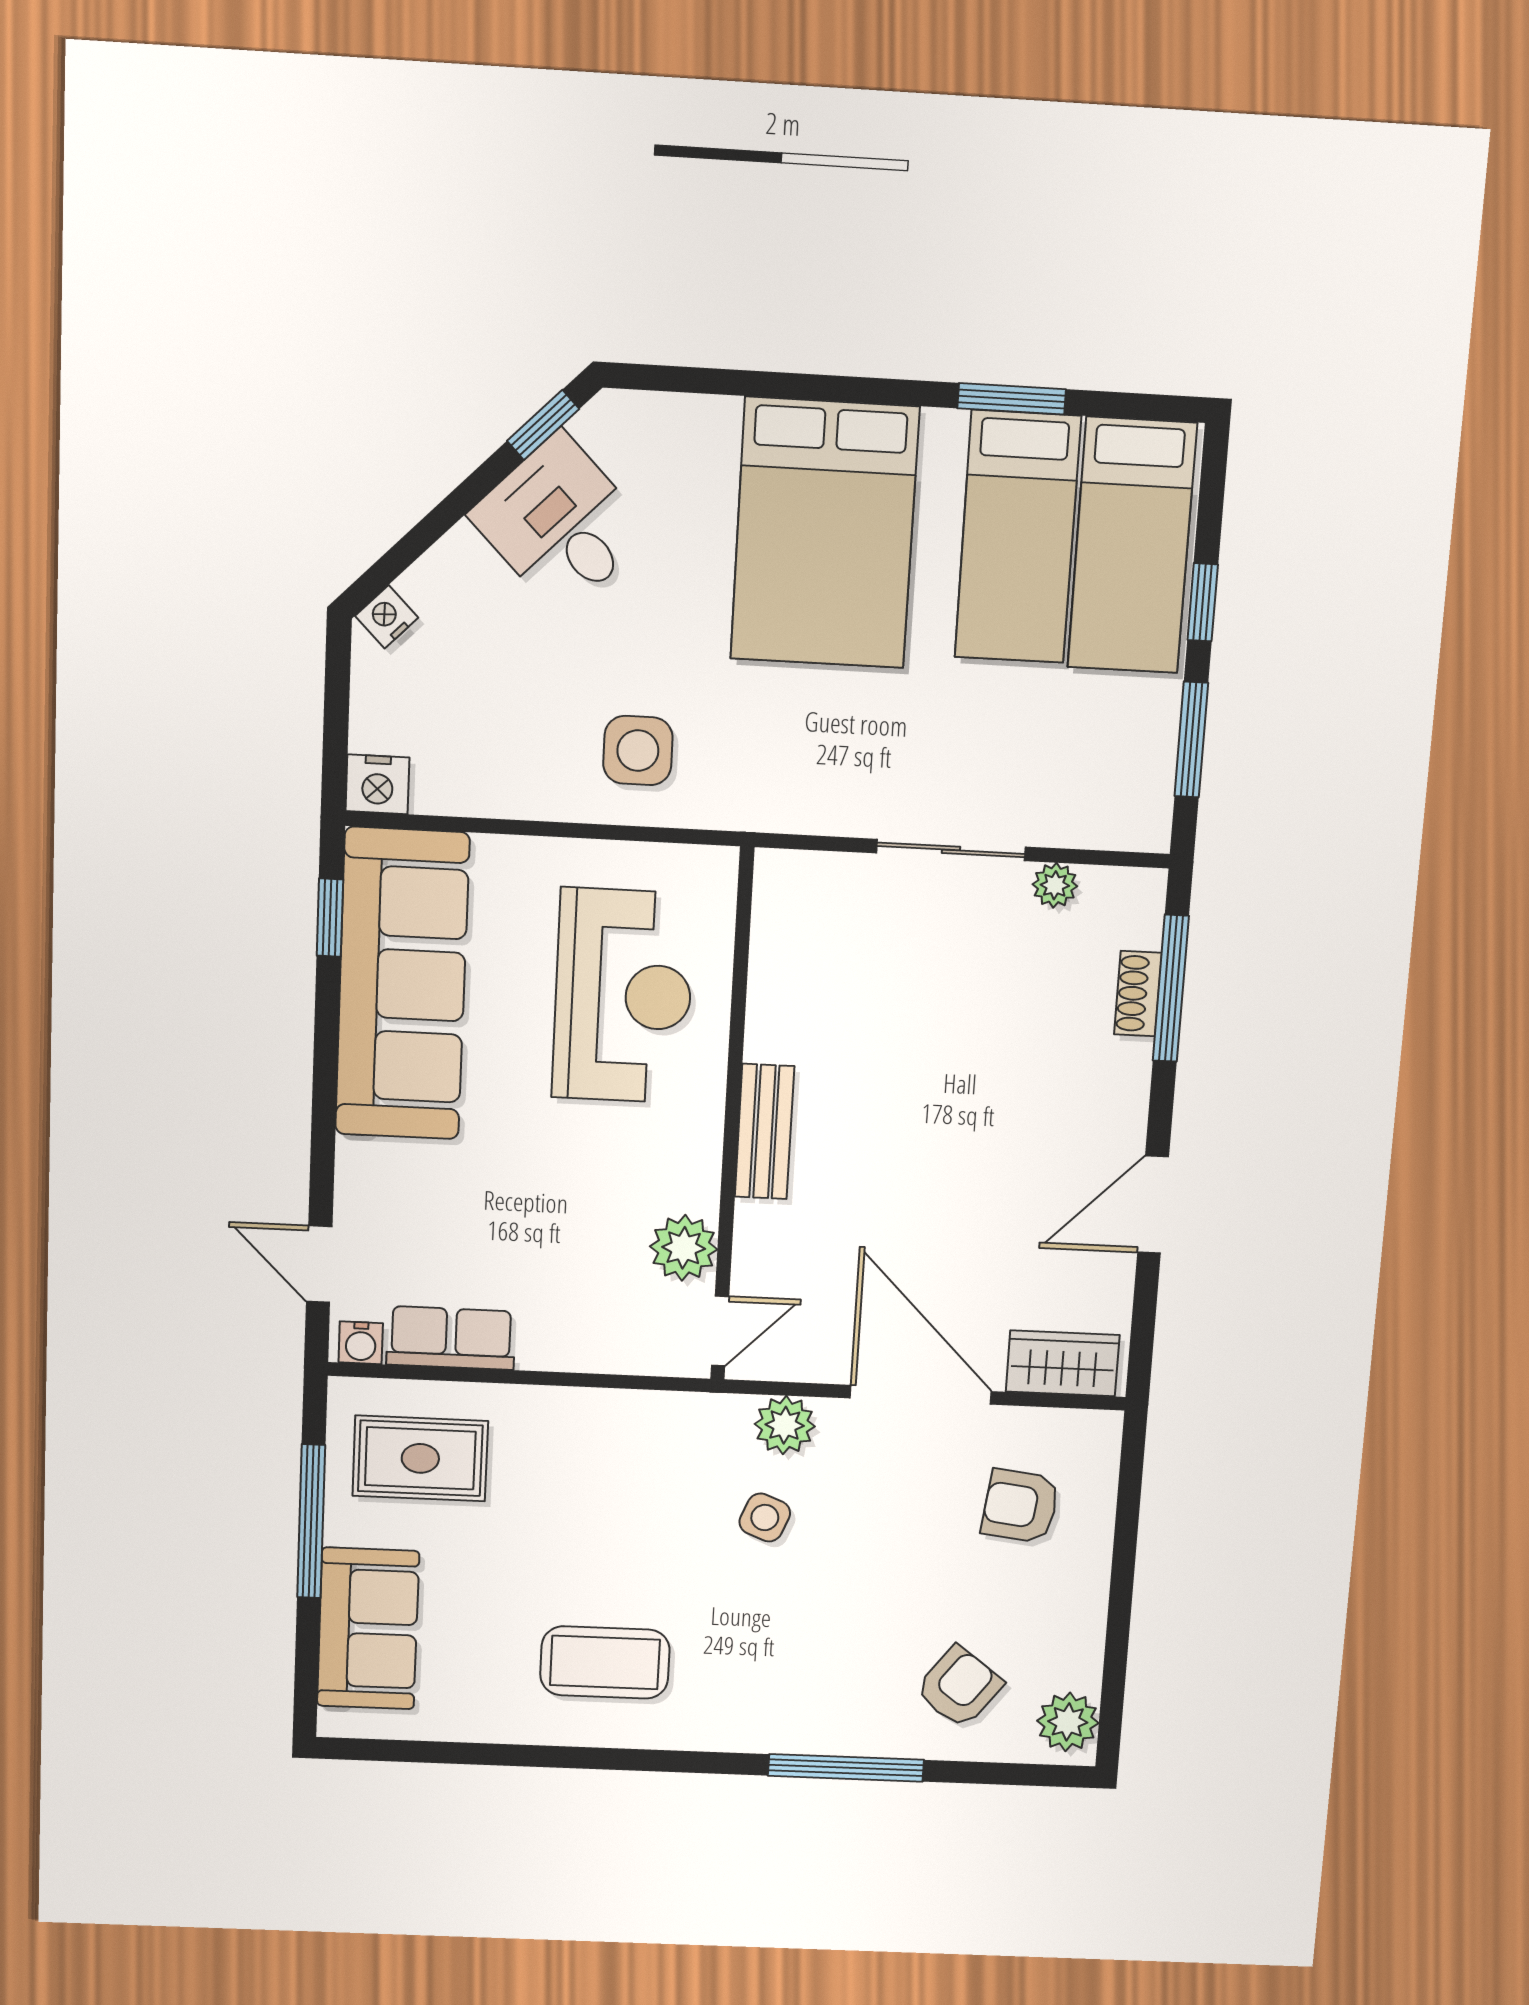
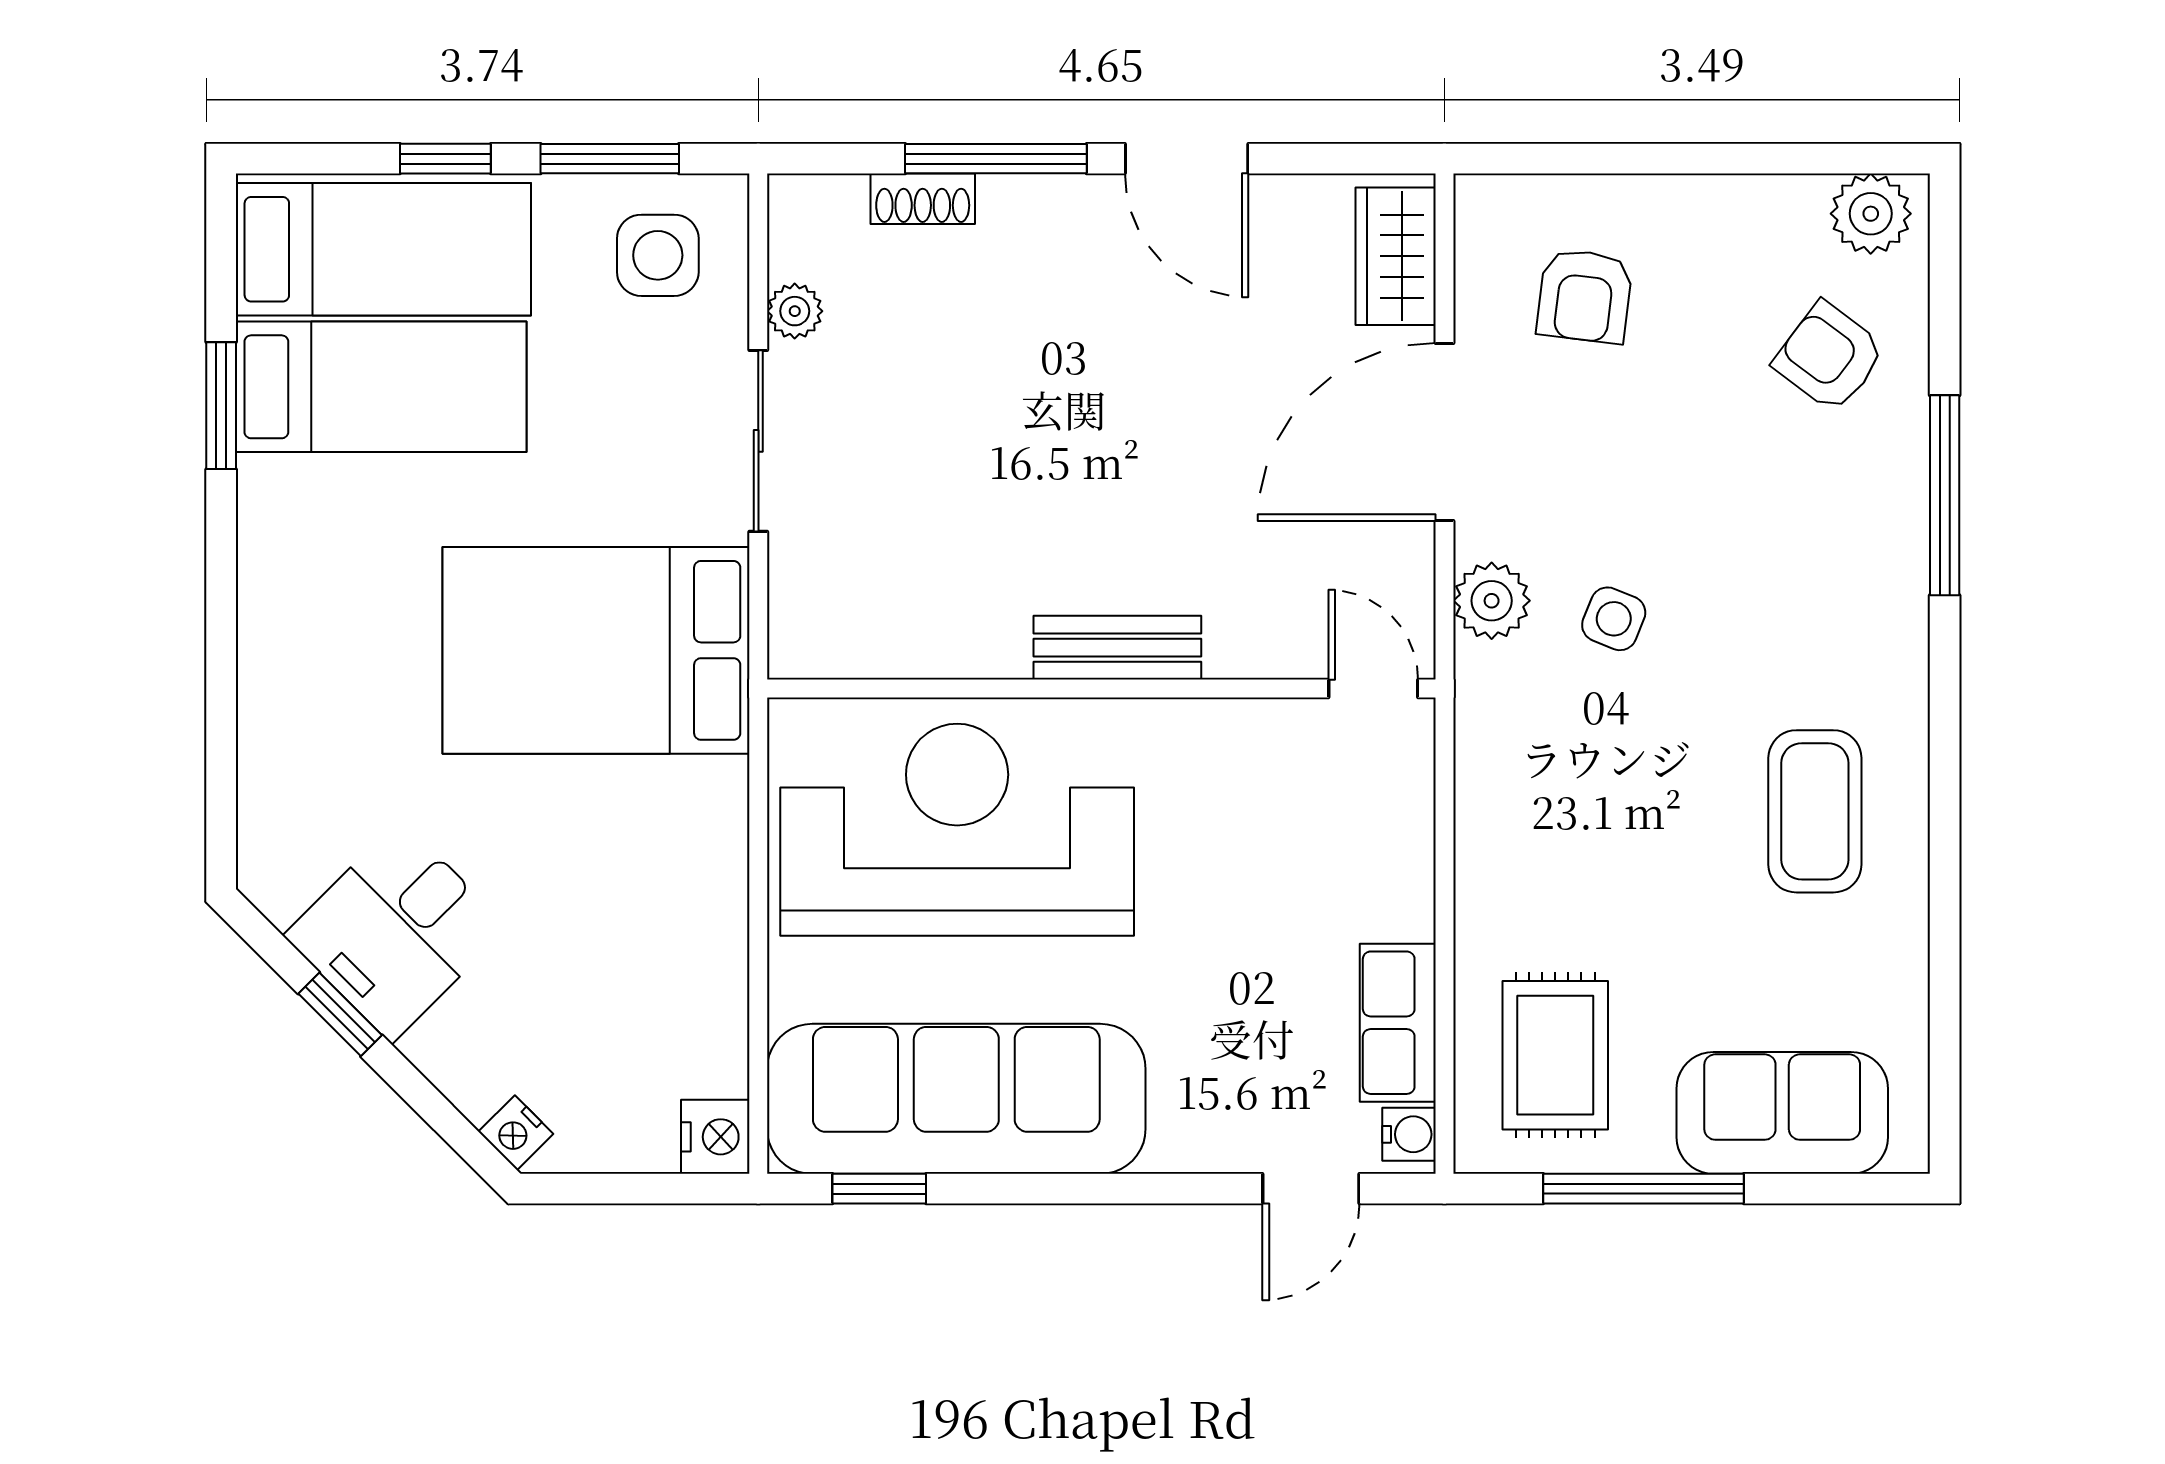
window: (543, 425) -> (340, 1014), moved
bed: (825, 533) -> (596, 650), moved, turned 180
side table: (638, 751) -> (658, 255), moved
window: (1171, 988) -> (996, 159), moved
reception desk: (623, 996) -> (957, 830), width x1.36, depth x1.30
plant: (684, 1248) -> (1269, 740), removed

